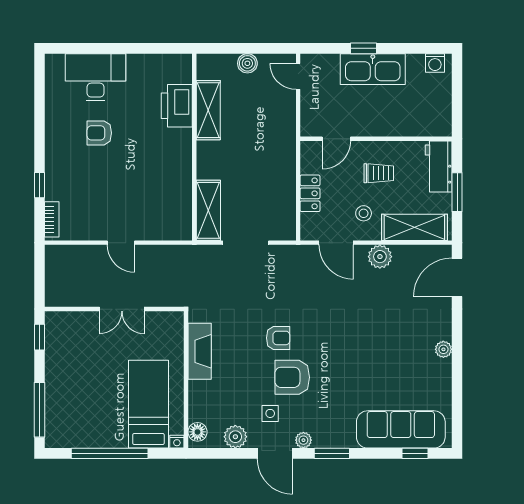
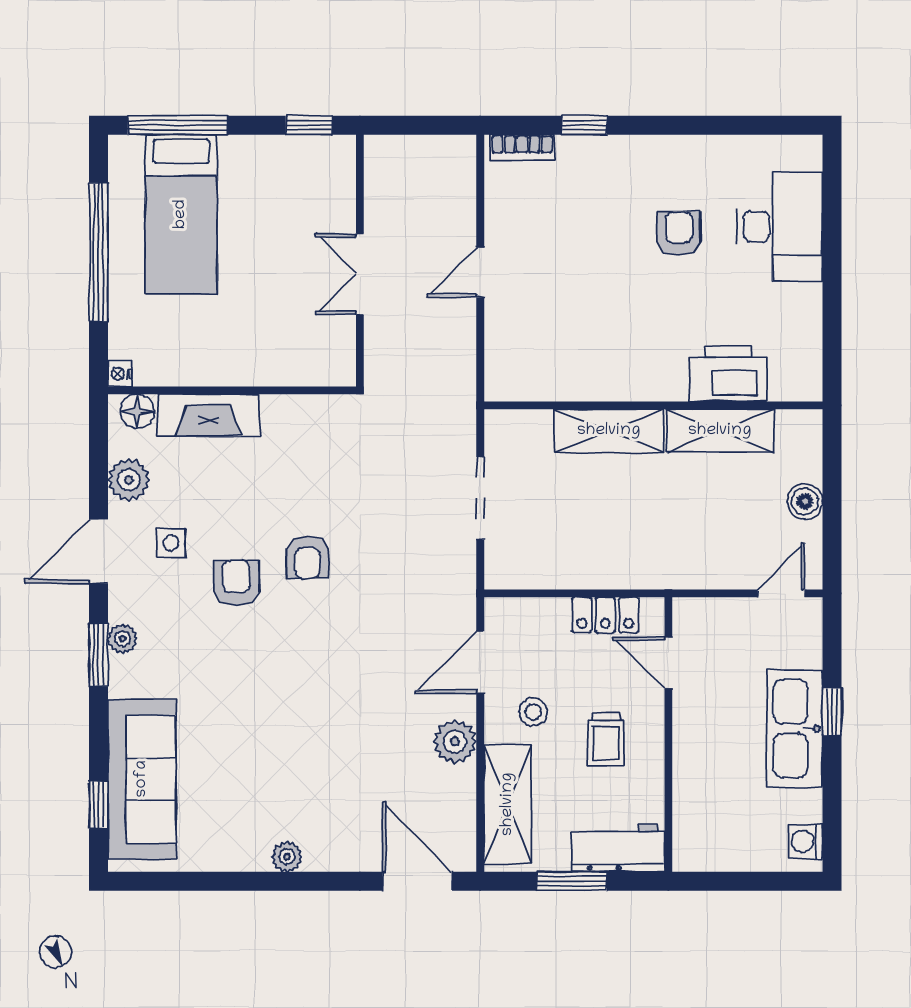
locker: (310, 193) -> (605, 615), moved
shelving: (208, 210) -> (609, 431), moved
fireplace: (200, 351) -> (209, 415), moved
armchair: (292, 377) -> (236, 583), width x0.72, depth x0.72
bed: (148, 404) -> (181, 214), moved, turned 90
plant: (303, 440) -> (123, 639), moved

